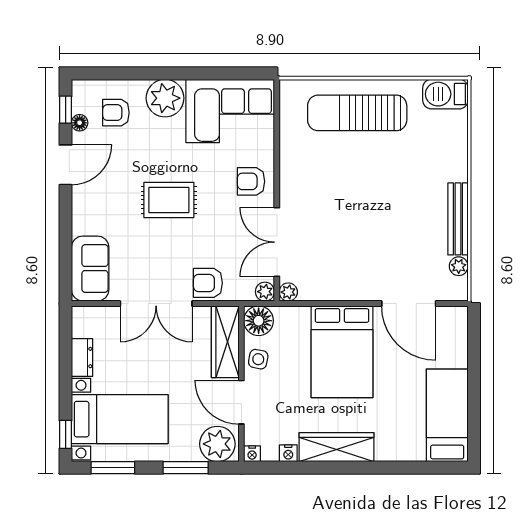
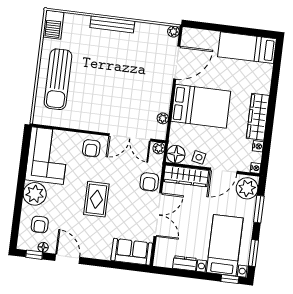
bench: (458, 219) -> (112, 24), moved
plant: (459, 266) -> (173, 32), moved
plant: (288, 292) -> (163, 118), moved

